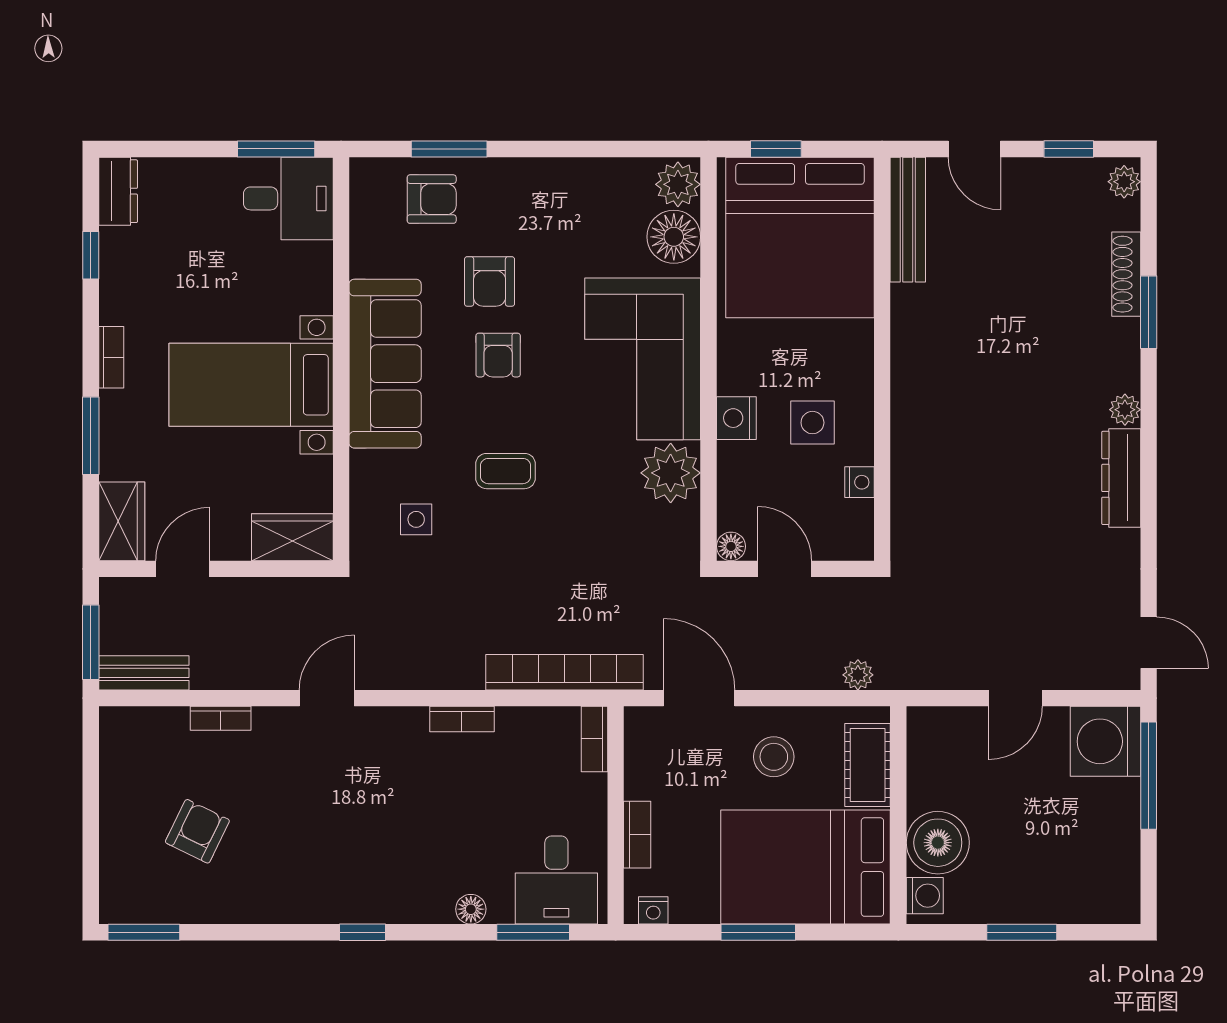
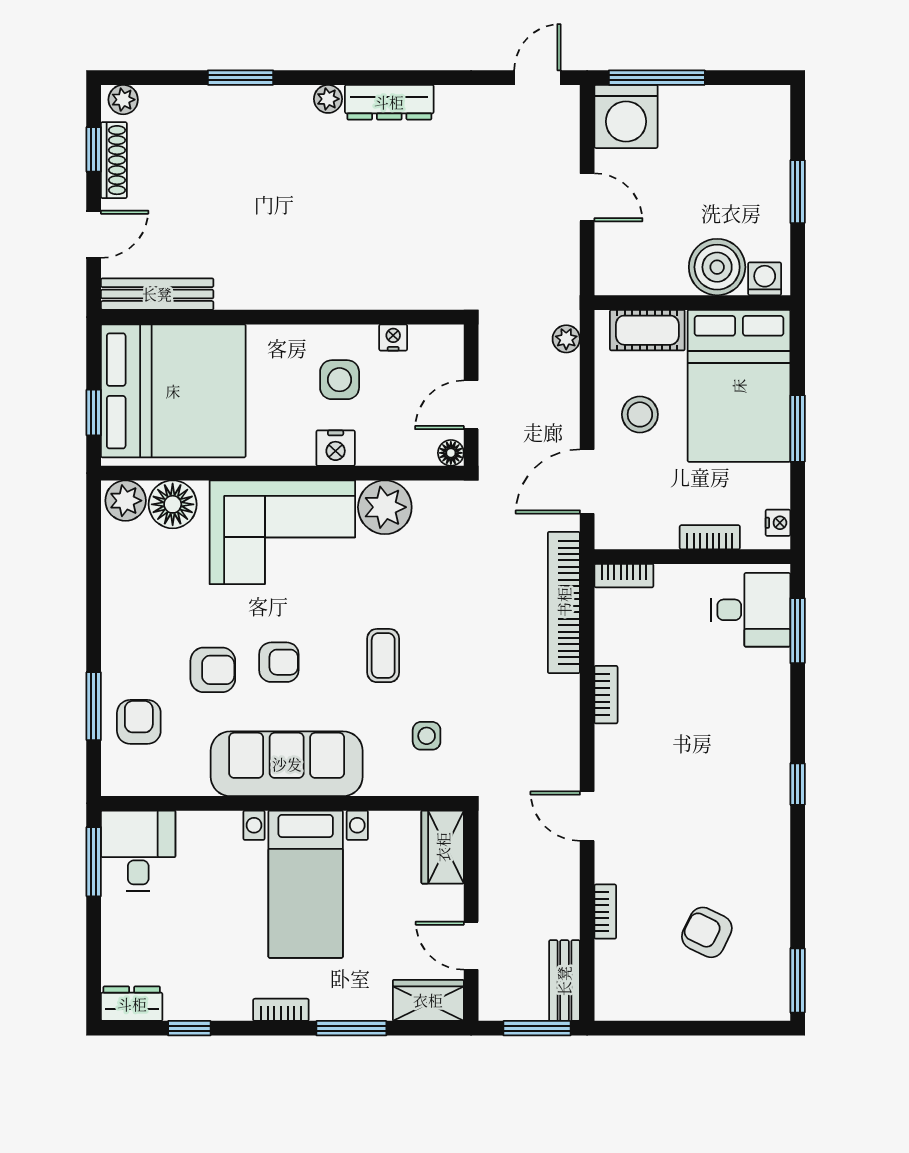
shoe rack: (1126, 274) -> (114, 160), moved, turned -90
floor lamp: (471, 909) -> (777, 687), removed

